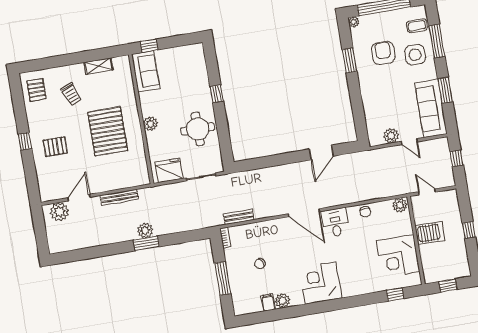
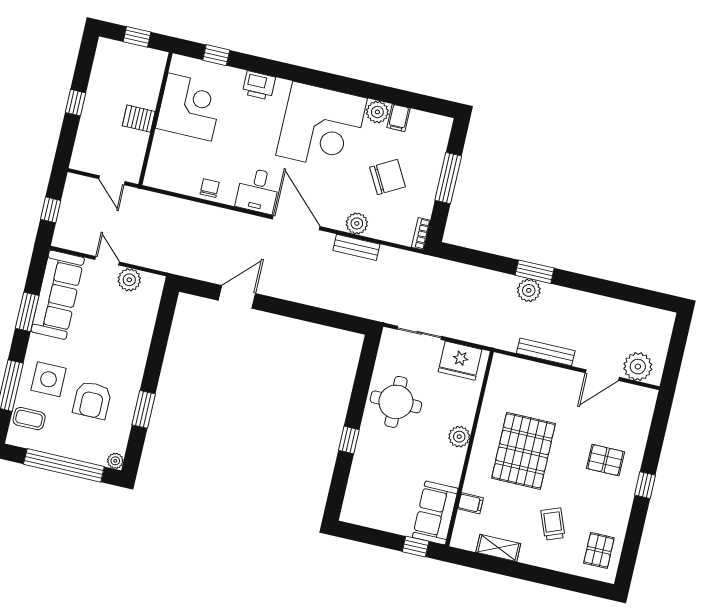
filing cabinet: (127, 86) -> (471, 503), added
plant: (400, 205) -> (357, 223), moved
bench: (239, 217) -> (356, 247), moved
server rack: (430, 233) -> (139, 119), width x0.73, depth x0.70
chair: (260, 264) -> (388, 177), width x1.87, depth x1.87
corner desk: (320, 283) -> (322, 127), width x1.36, depth x1.36
printer: (361, 287) -> (259, 85), added

